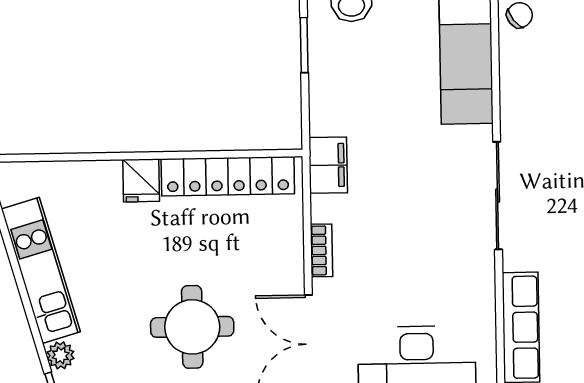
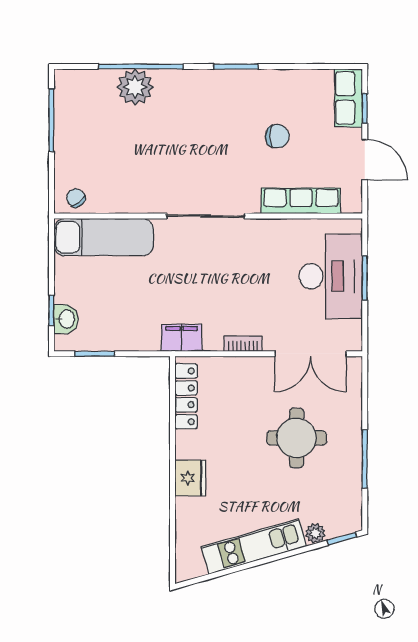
locker: (228, 176) -> (186, 396), width x0.71, depth x0.83
fridge: (141, 180) -> (190, 478), width x1.38

